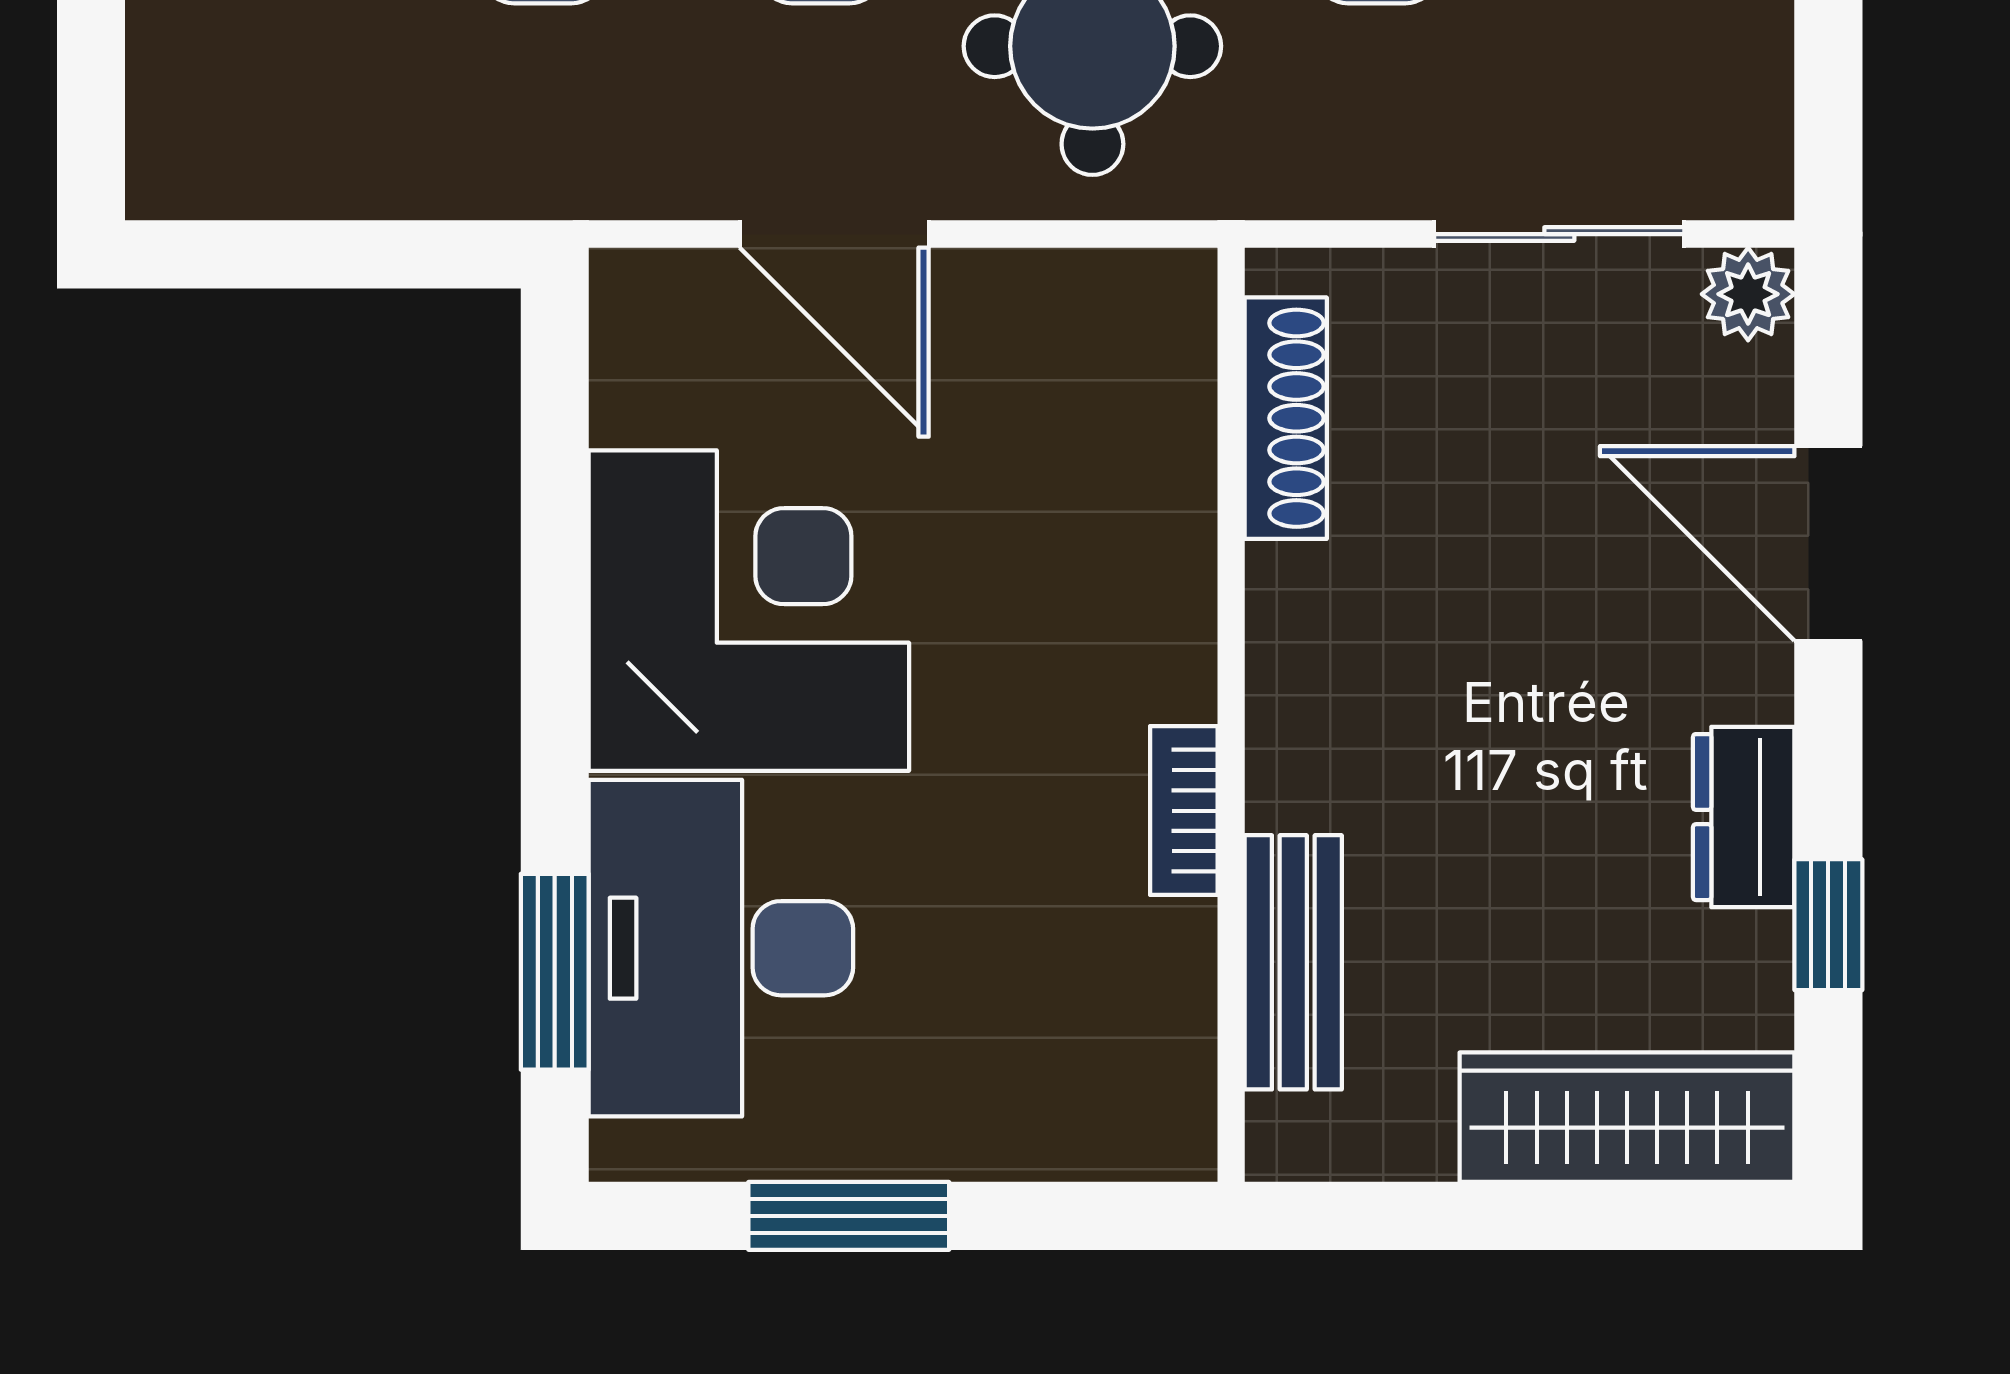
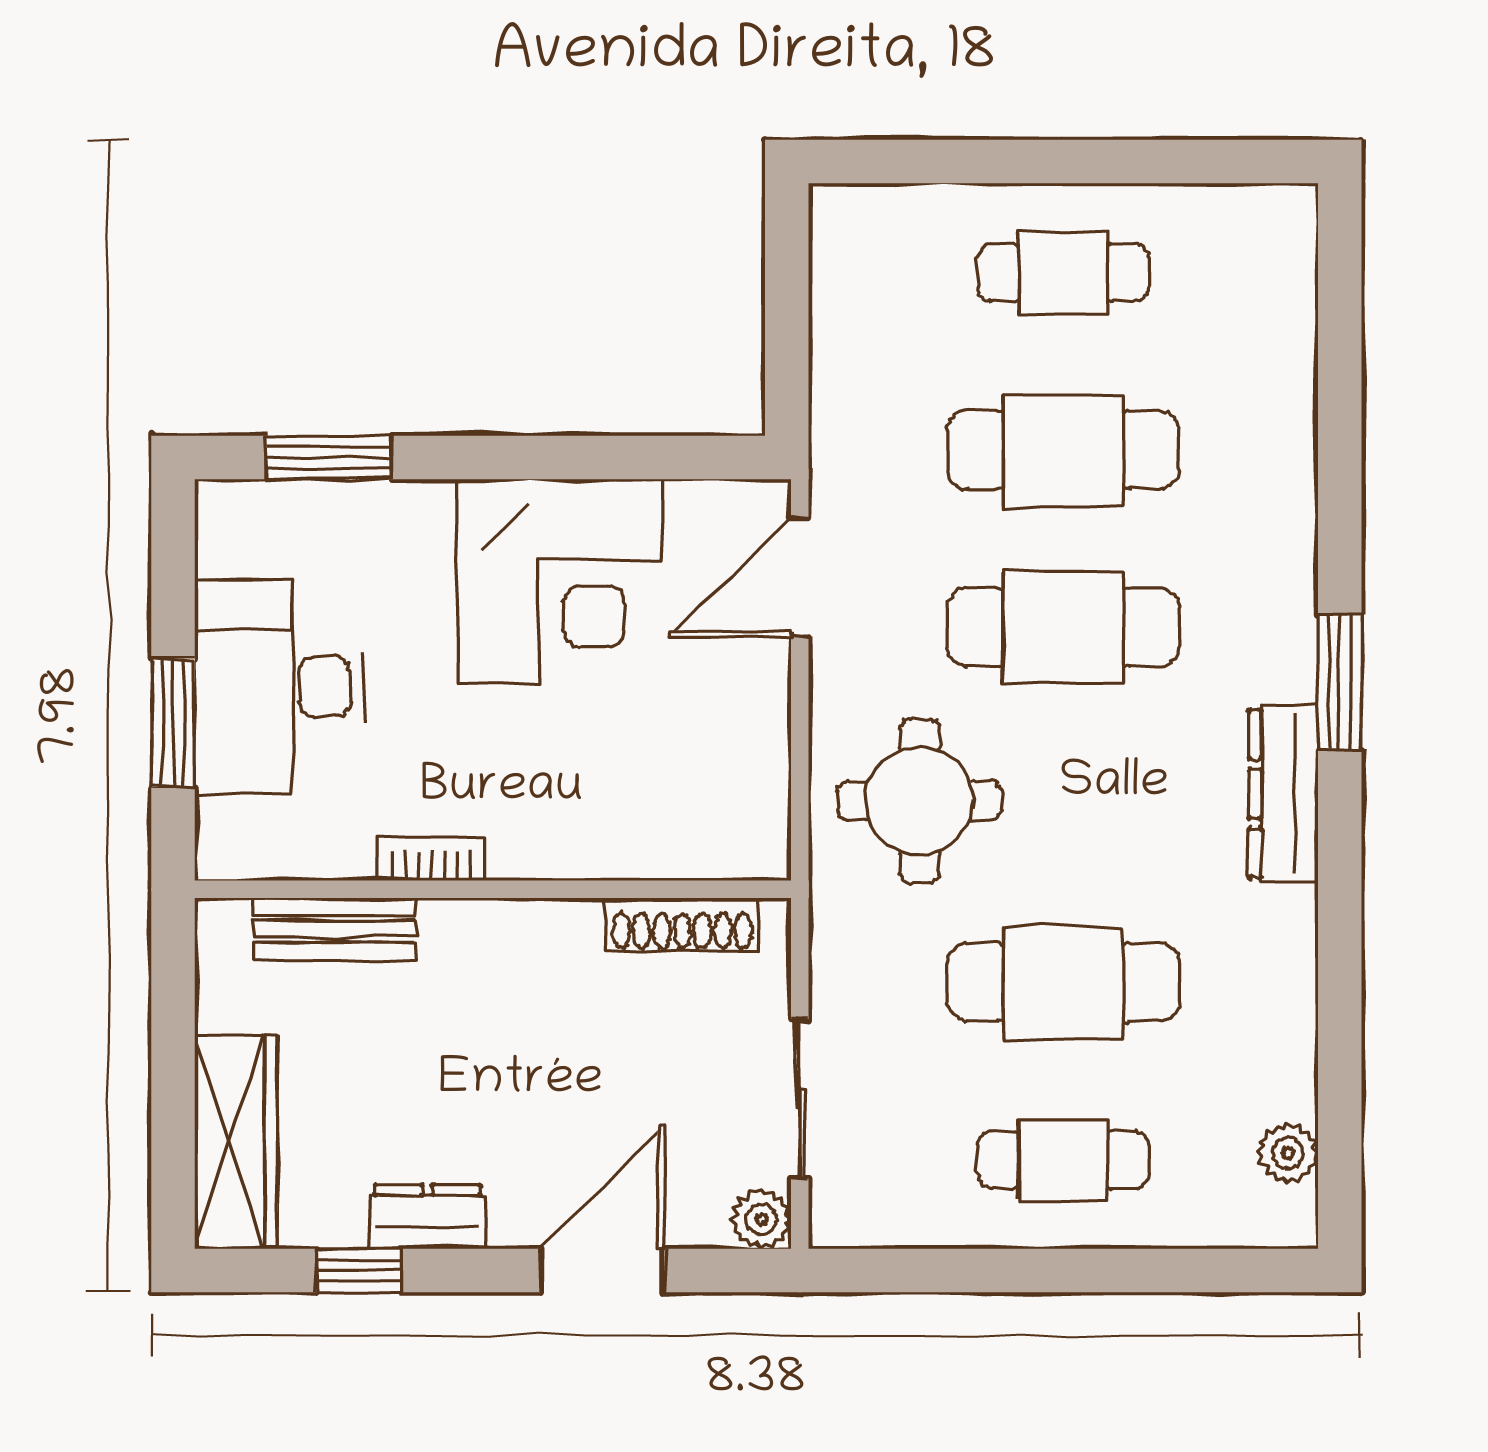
door: (834, 234) -> (800, 577), moved
desk: (721, 948) -> (279, 687), moved, turned -90
window: (849, 1216) -> (173, 723), moved

